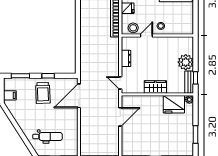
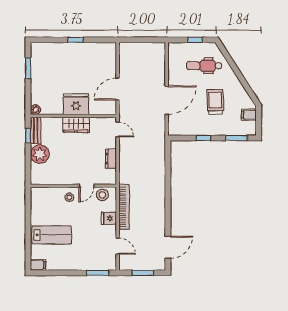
trolley: (43, 93) -> (215, 102), moved
door: (79, 96) -> (167, 100), moved
fridge: (174, 104) -> (76, 104), moved

